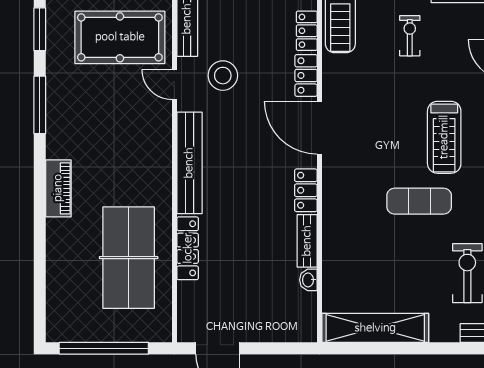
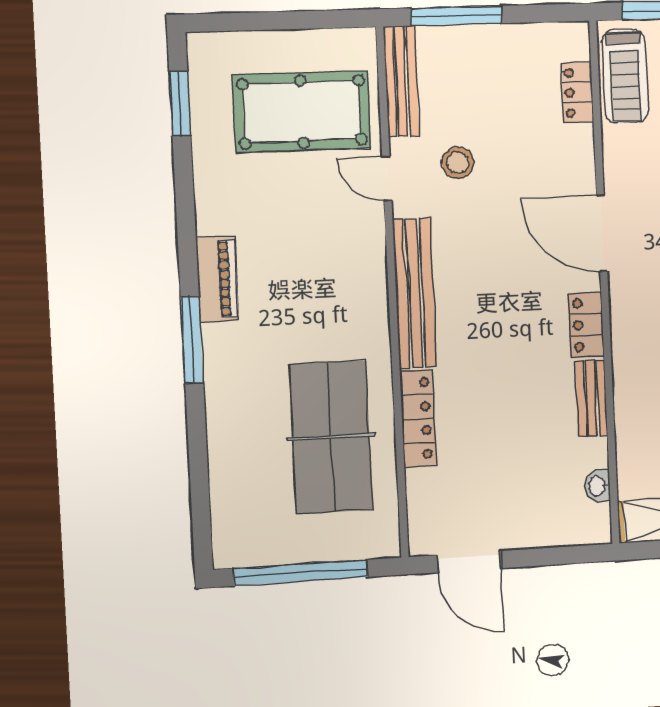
locker: (306, 75) -> (579, 158), removed
stool: (223, 76) -> (458, 163), width x0.73, depth x0.73
window: (40, 105) -> (192, 340), moved
piano: (58, 188) -> (217, 279), moved
washbasin: (308, 280) -> (597, 486), moved

